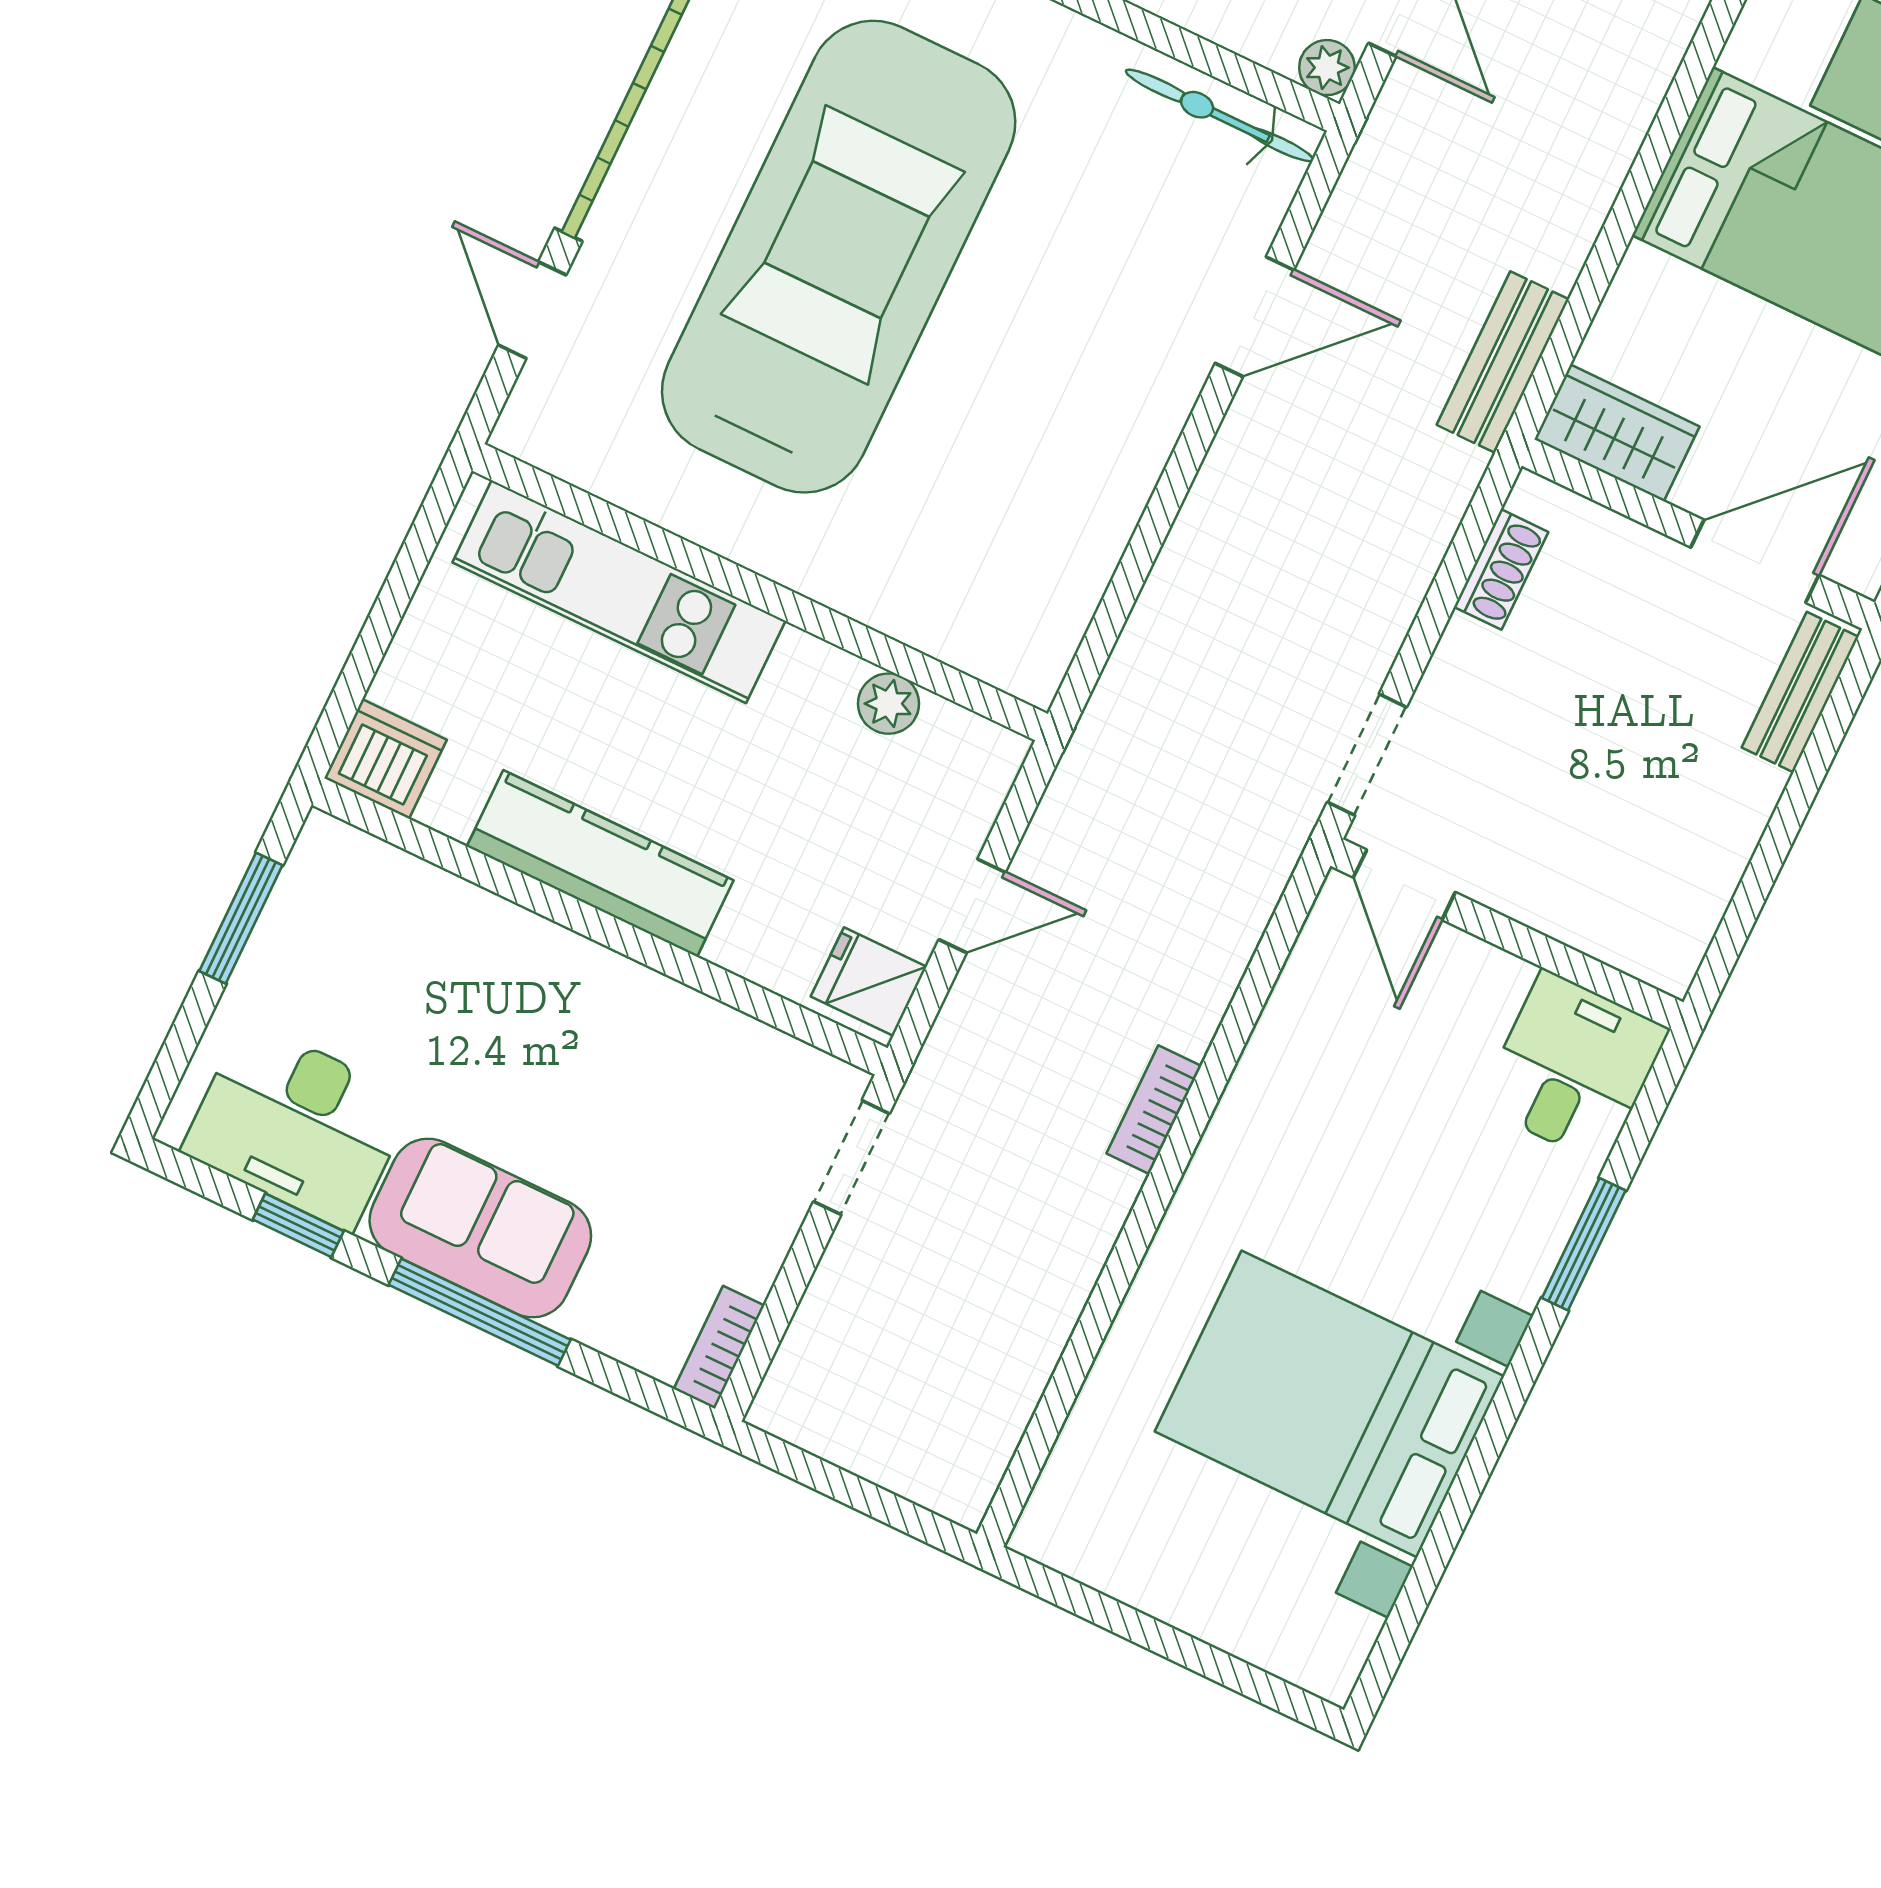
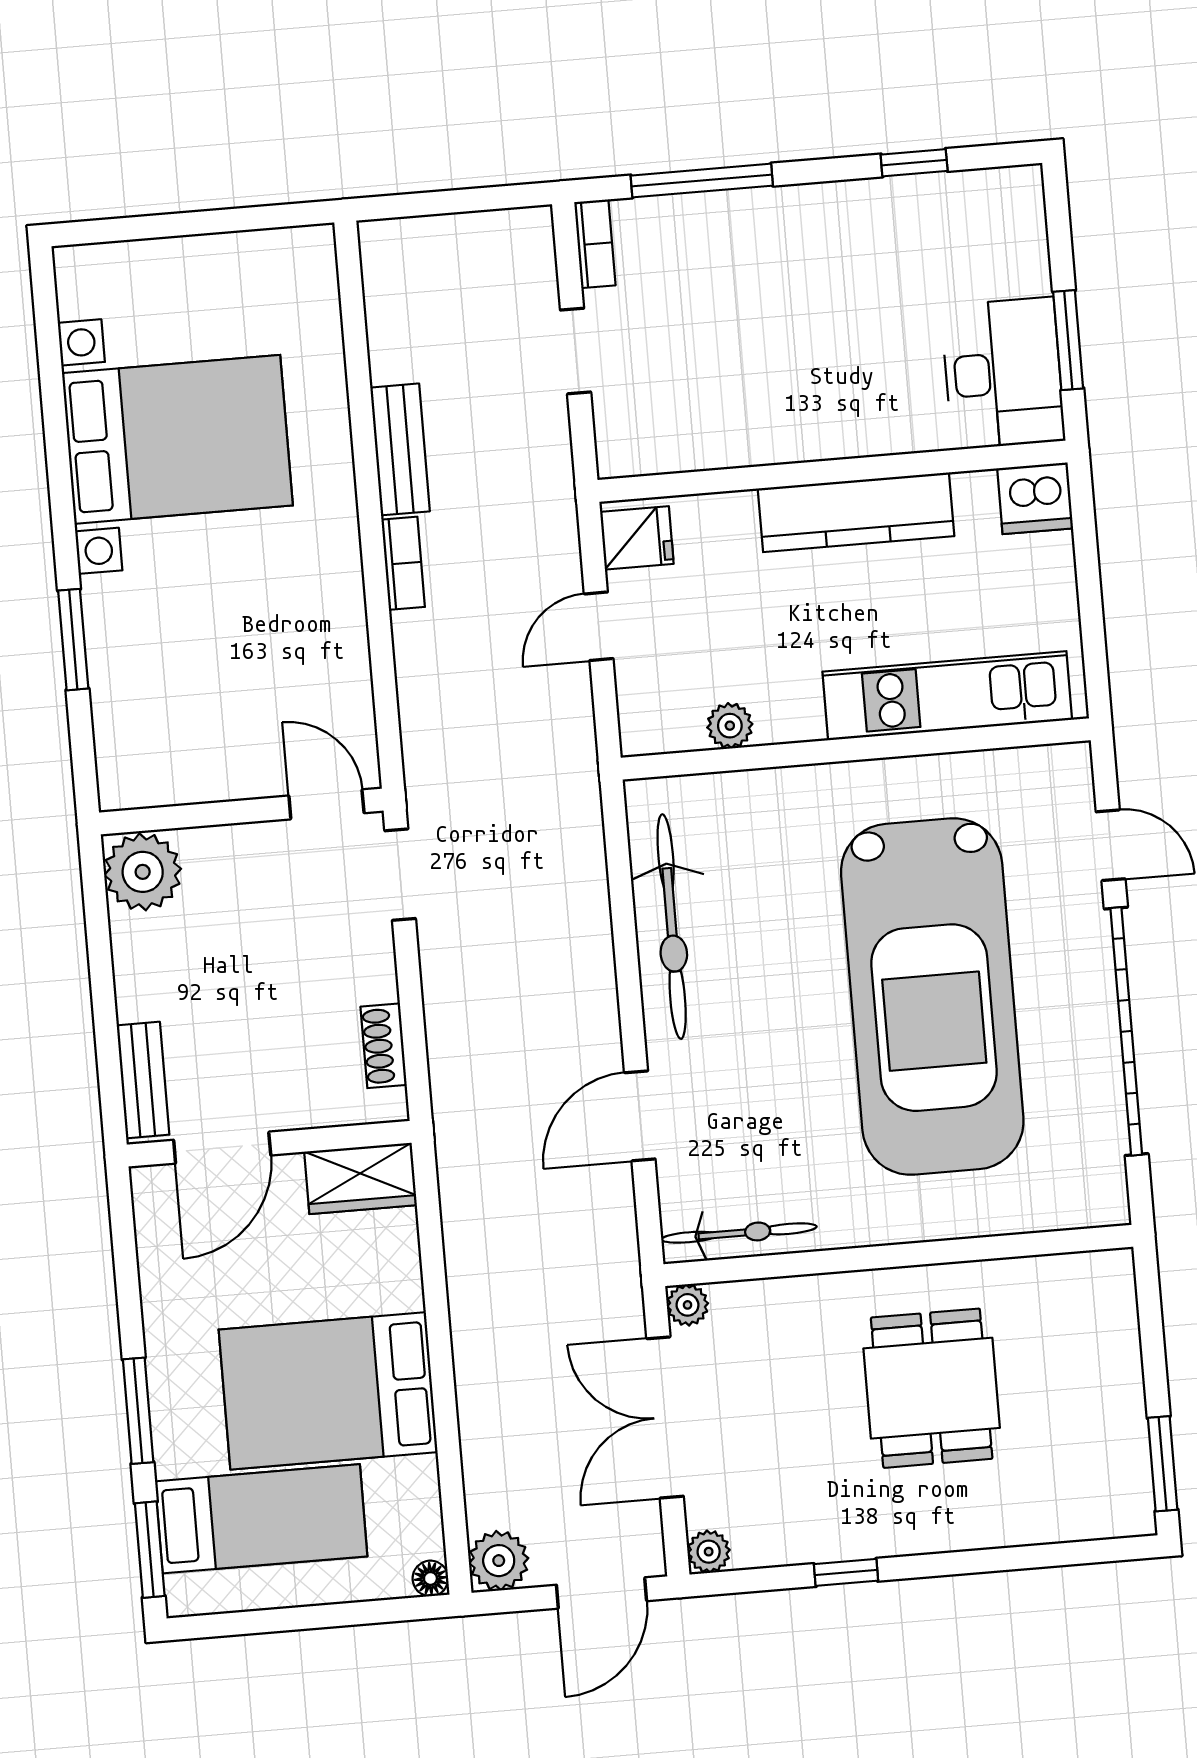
bench: (1503, 362) -> (400, 449), moved
bicycle: (1091, 512) -> (672, 927), added
plant: (1661, 931) -> (143, 872), added
desk: (1573, 1067) -> (147, 750), removed
desk: (298, 1125) -> (1003, 373), moved, turned 90
doorway: (852, 1158) -> (576, 351), moved
sofa: (480, 1228) -> (795, 230), removed
window: (480, 1312) -> (702, 181), moved

